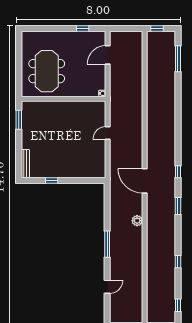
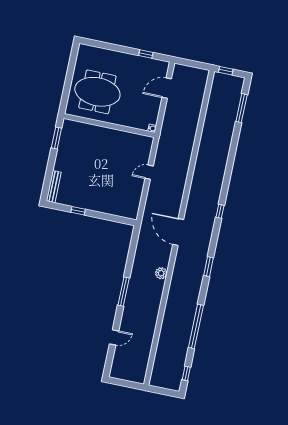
meeting table: (47, 71) -> (97, 92), turned 90
window: (178, 172) -> (220, 211), moved
window: (178, 262) -> (196, 326), width x3.17

